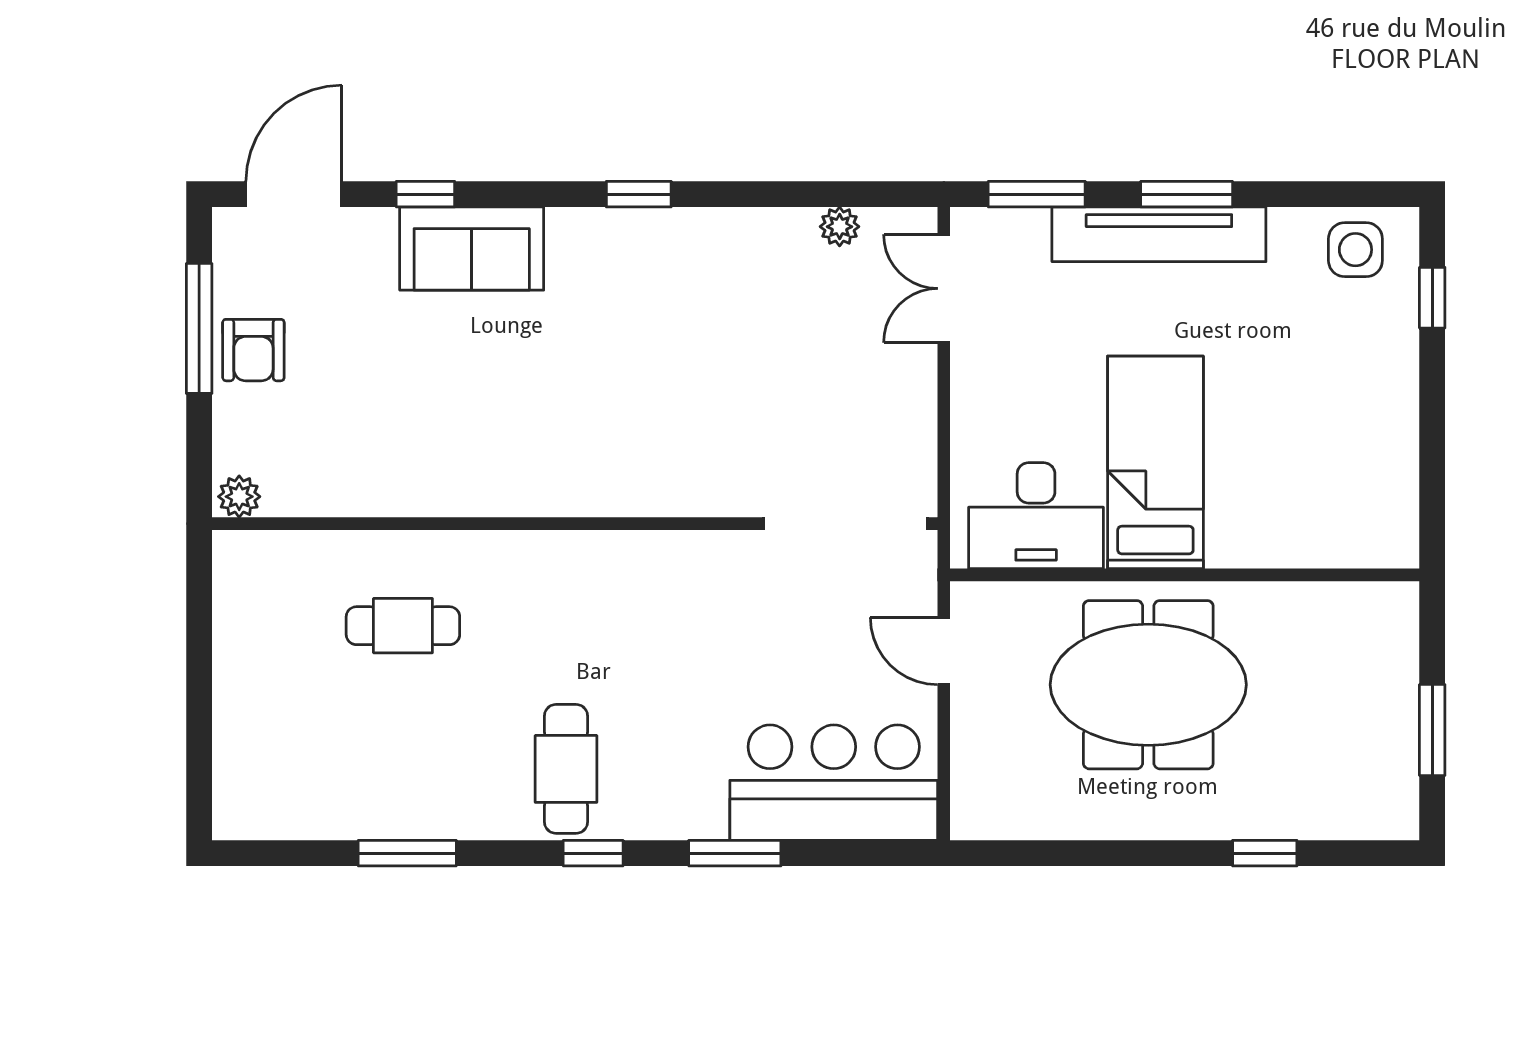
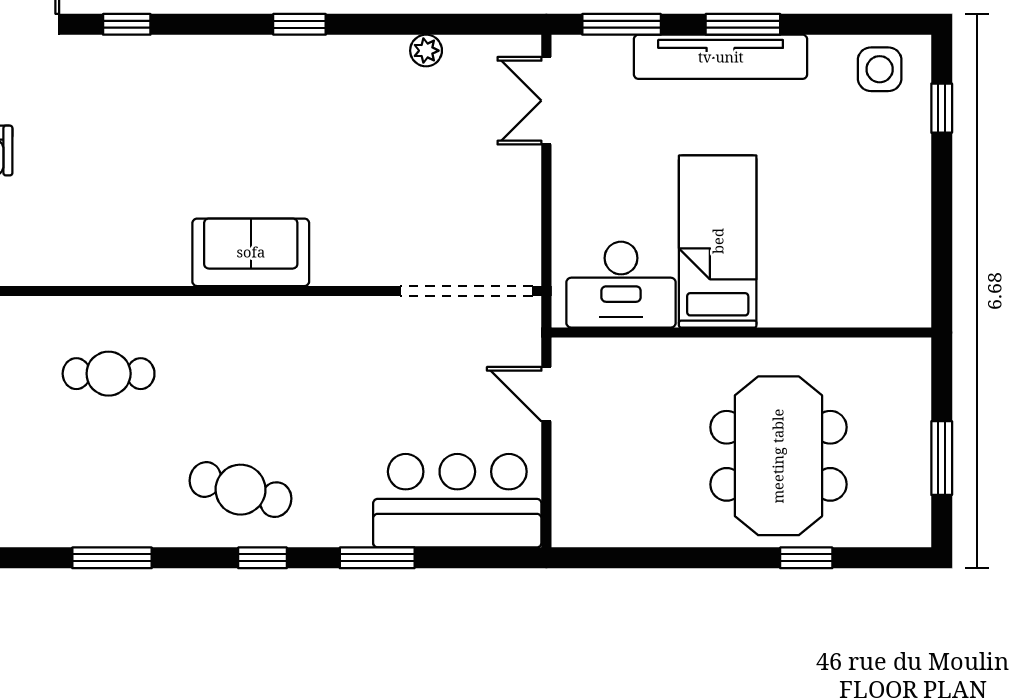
plant: (840, 227) -> (426, 51), moved
sofa: (472, 249) -> (251, 252), moved, turned 180
meeting table: (1148, 685) -> (778, 456), moved, turned 90
cafe table: (566, 769) -> (241, 490), turned -74

